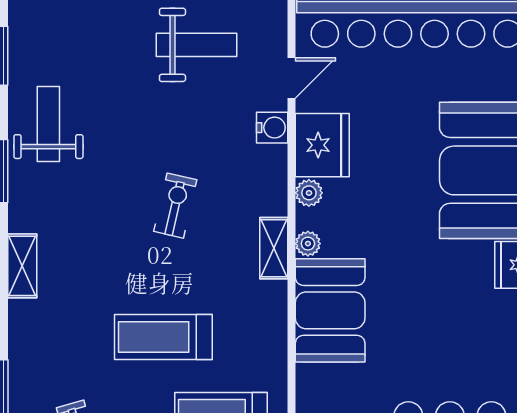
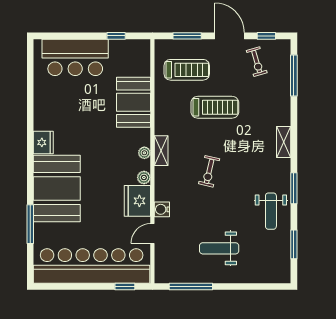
weight bench: (197, 45) -> (219, 248), moved
booth: (330, 310) -> (134, 102), moved

